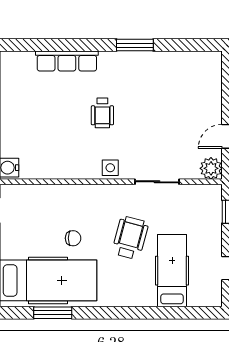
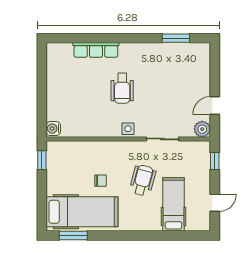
window: (135, 45) -> (176, 38), moved
wheelchair: (102, 113) -> (122, 88), width x1.36, depth x1.37
window: (53, 313) -> (73, 236), moved

